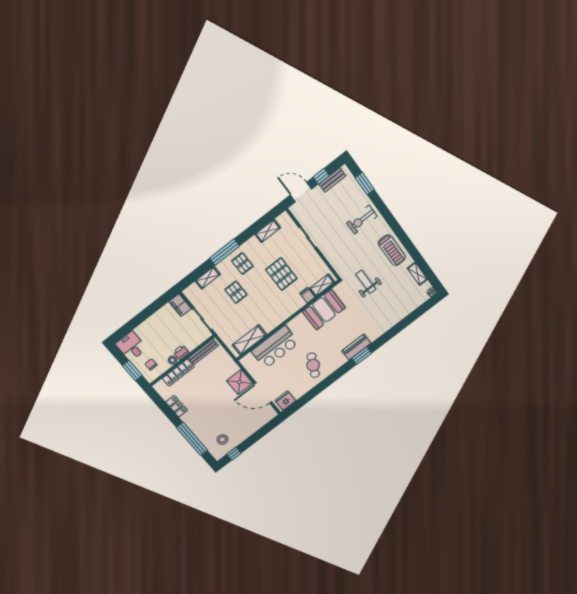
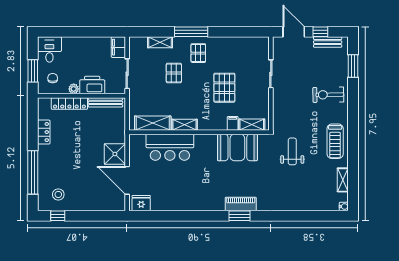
shelving: (268, 231) -> (185, 125), moved
printer: (181, 352) -> (92, 85), width x1.87, depth x1.48
cafe table: (313, 365) -> (190, 190), removed

